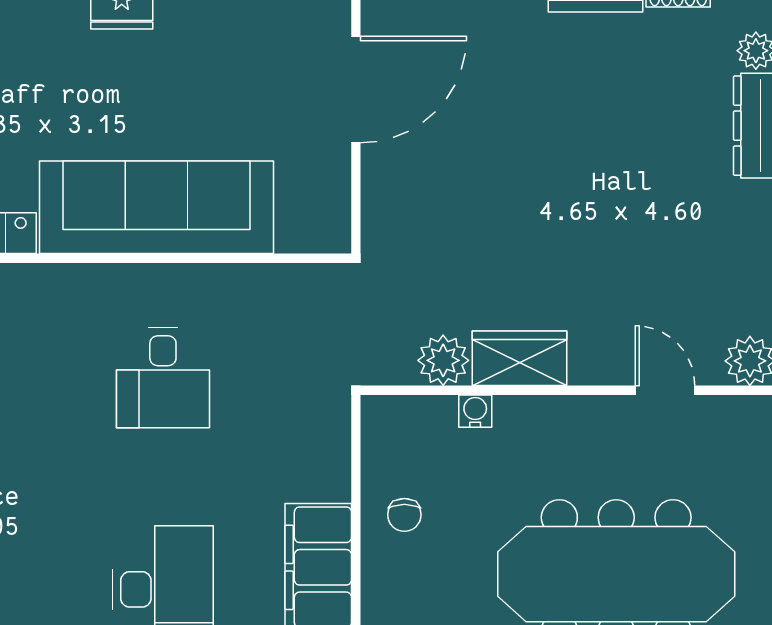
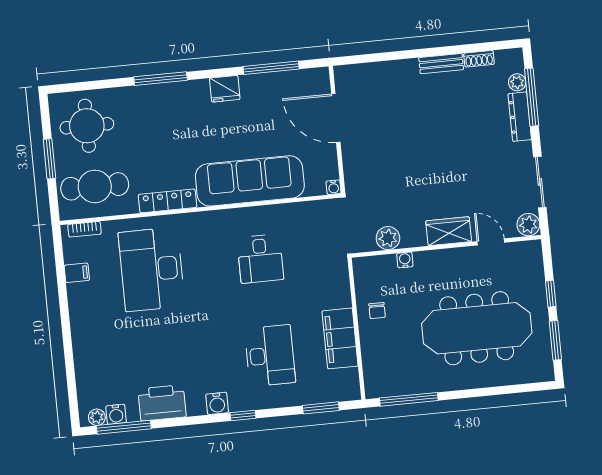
door: (356, 90) -> (336, 118), swing flipped
water cooler: (336, 239) -> (334, 187), added
wardrobe: (519, 358) -> (449, 231), moved

